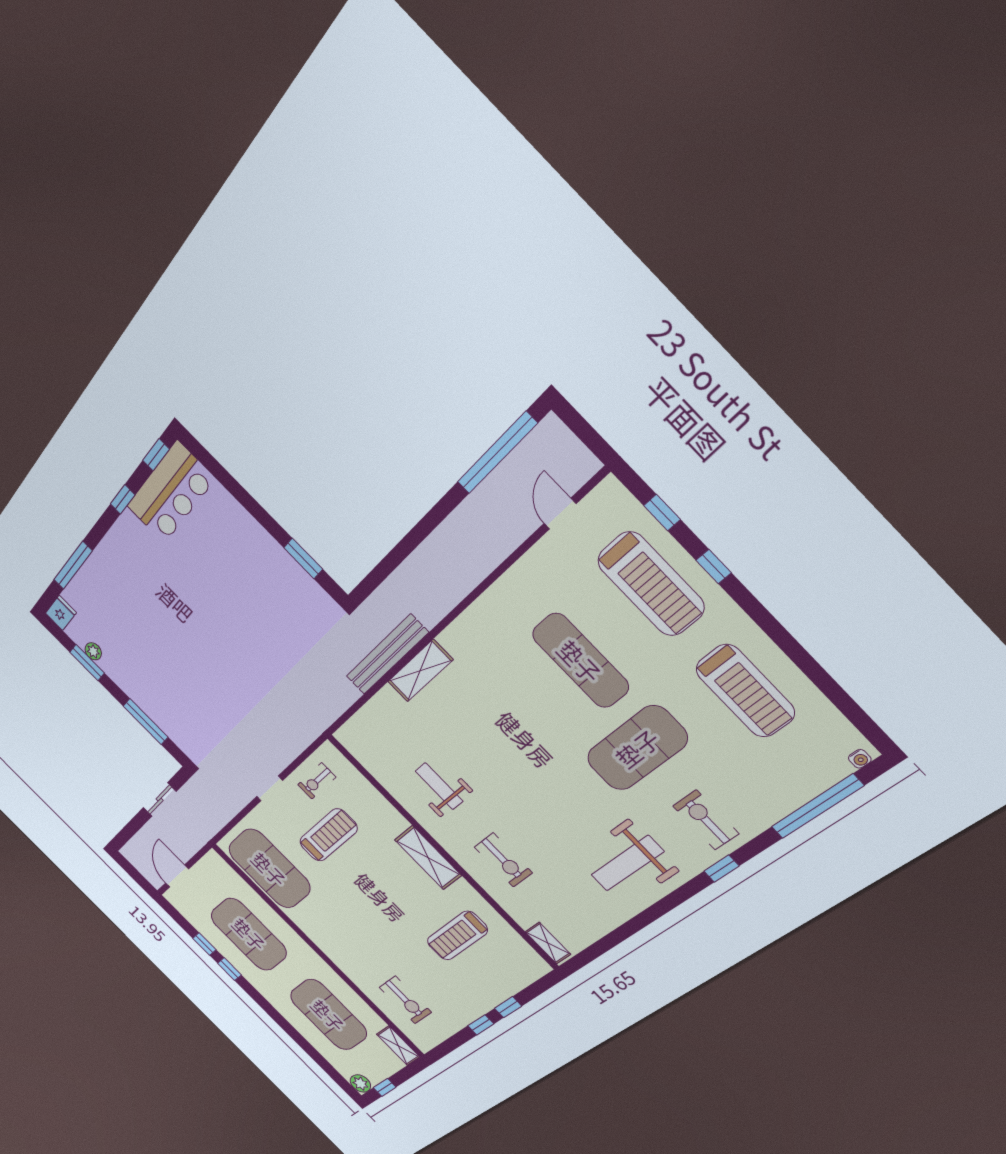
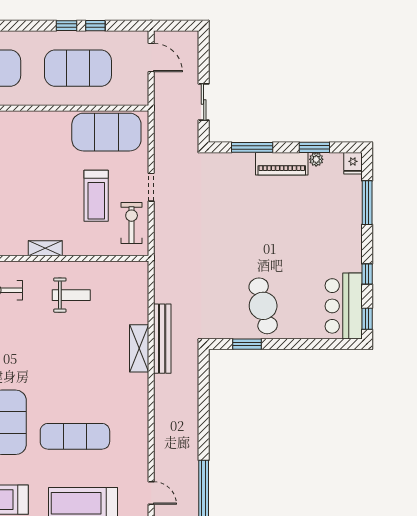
cafe table: (254, 578) -> (263, 306), added
piano: (129, 681) -> (282, 164), added
exercise bike: (317, 781) -> (132, 223), width x1.38, depth x1.39
shelving: (428, 858) -> (45, 248), width x0.67, depth x0.75

